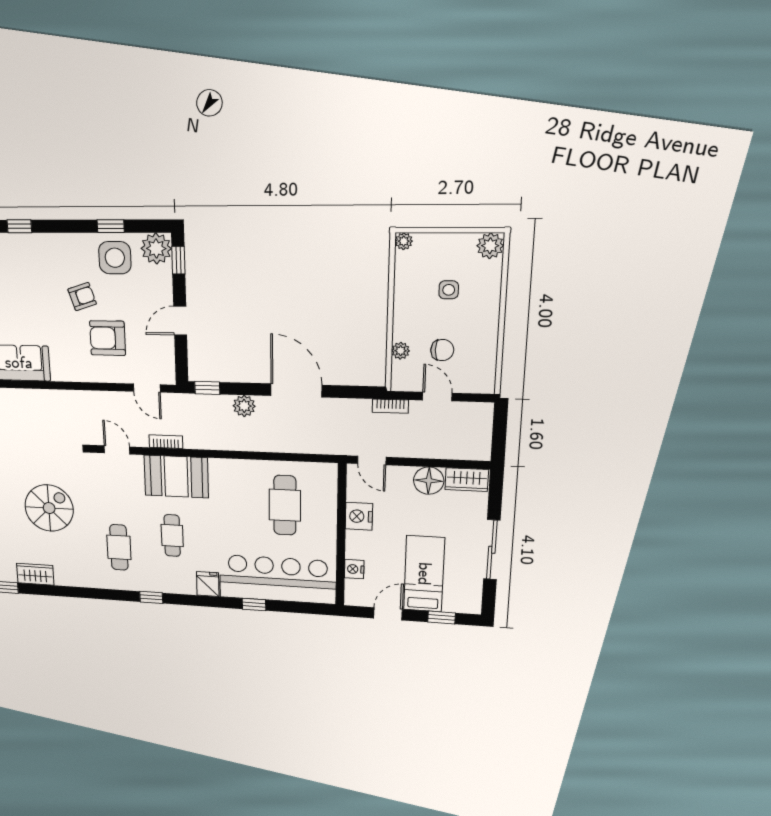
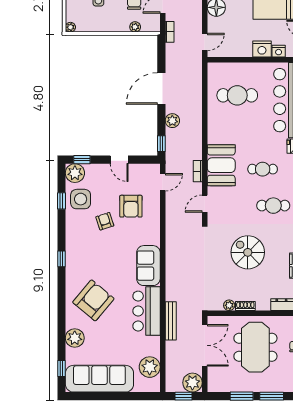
nightstand: (359, 516) -> (262, 49), moved

